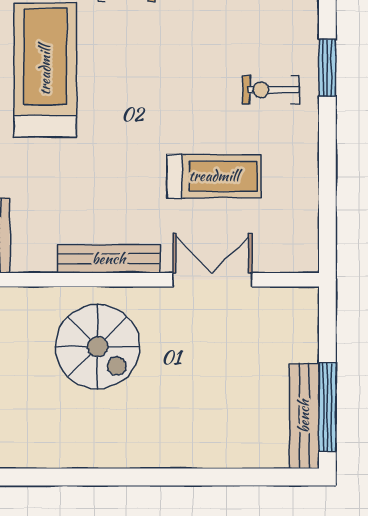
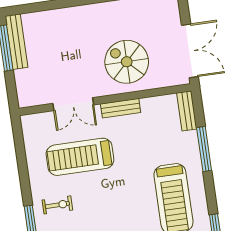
treadmill: (214, 176) -> (80, 157), width x1.37, depth x1.38
bench: (109, 259) -> (121, 108), width x0.73

